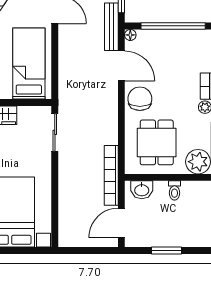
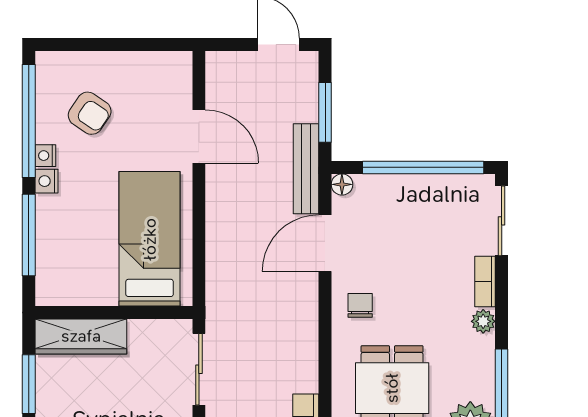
door: (121, 66) -> (325, 243), swing flipped
chair: (140, 99) -> (360, 305), width x0.54, depth x0.54

